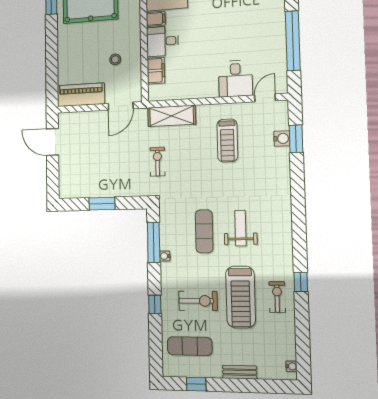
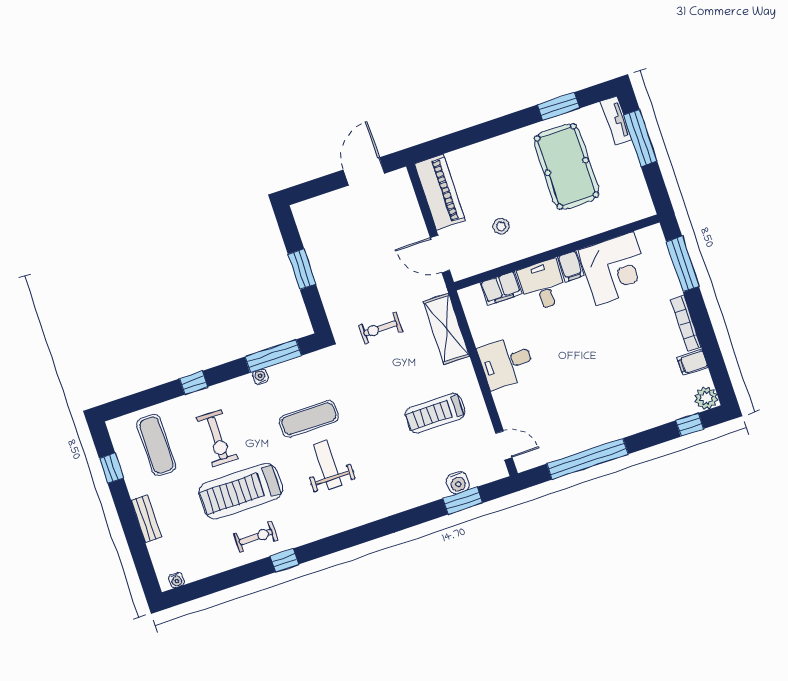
desk: (235, 79) -> (506, 362), moved
exercise bike: (157, 162) -> (380, 328), turned 180
weight bench: (240, 228) -> (328, 465), turned -90

